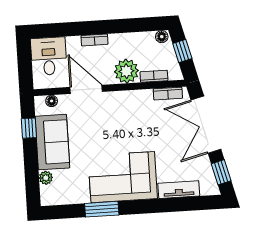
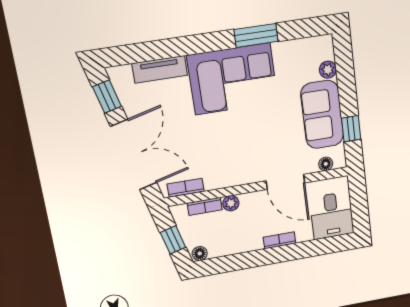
plant: (126, 71) -> (231, 203), width x0.53, depth x0.53

